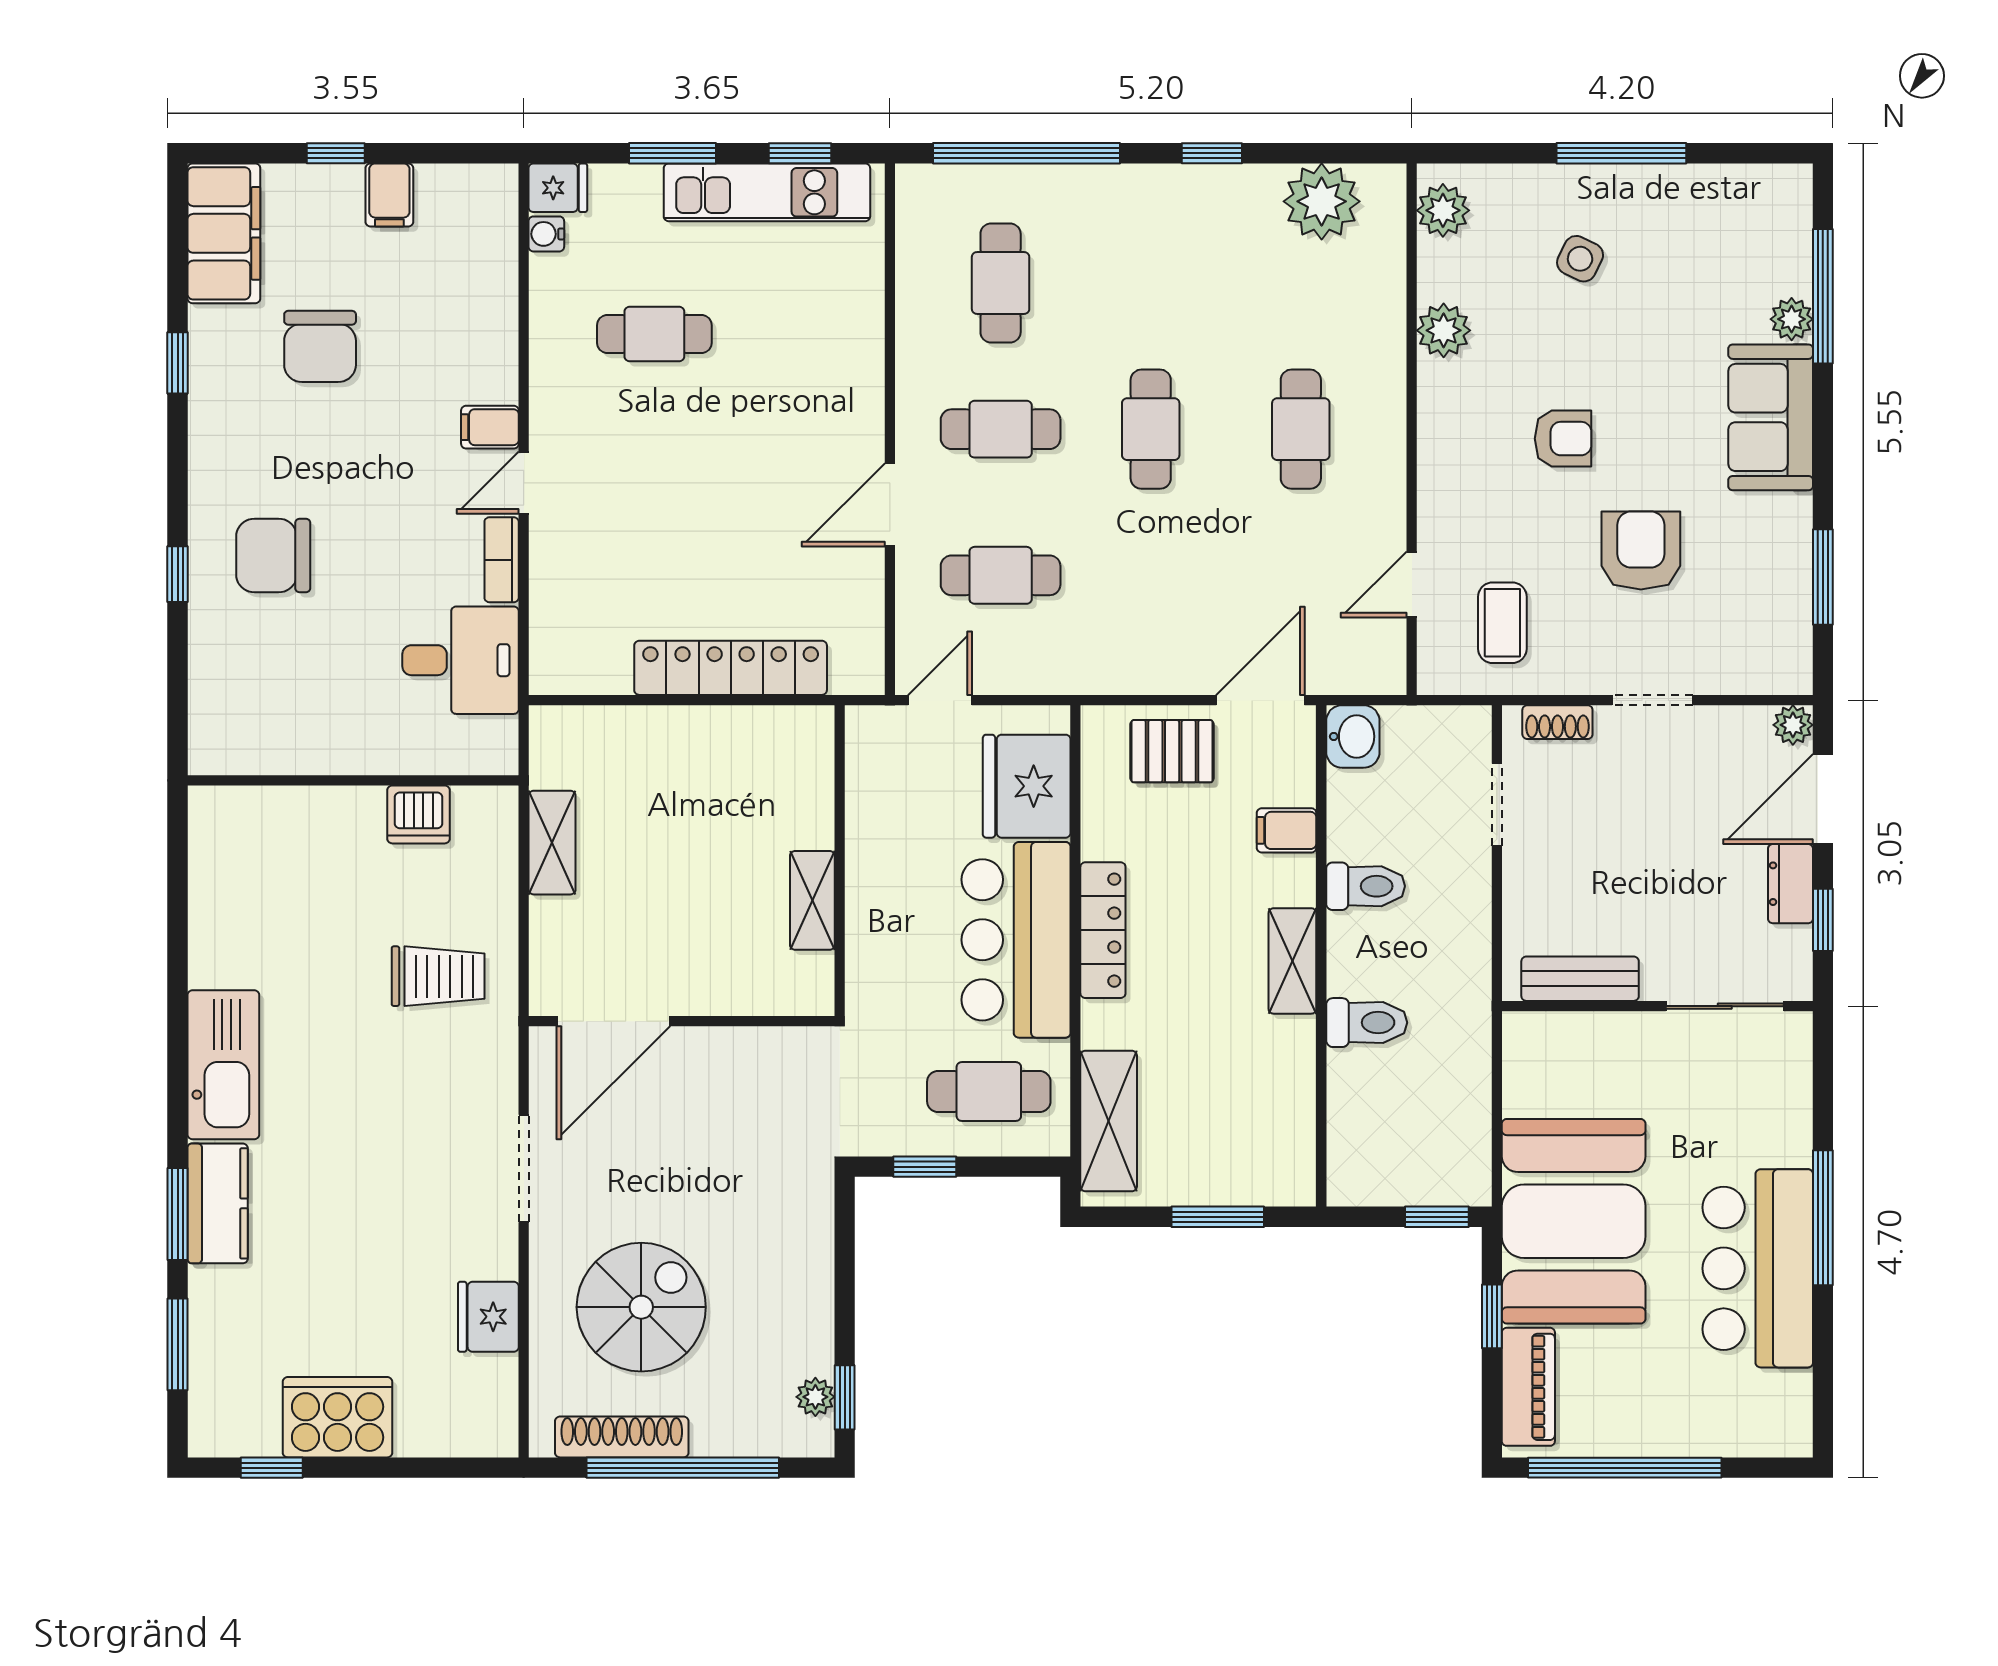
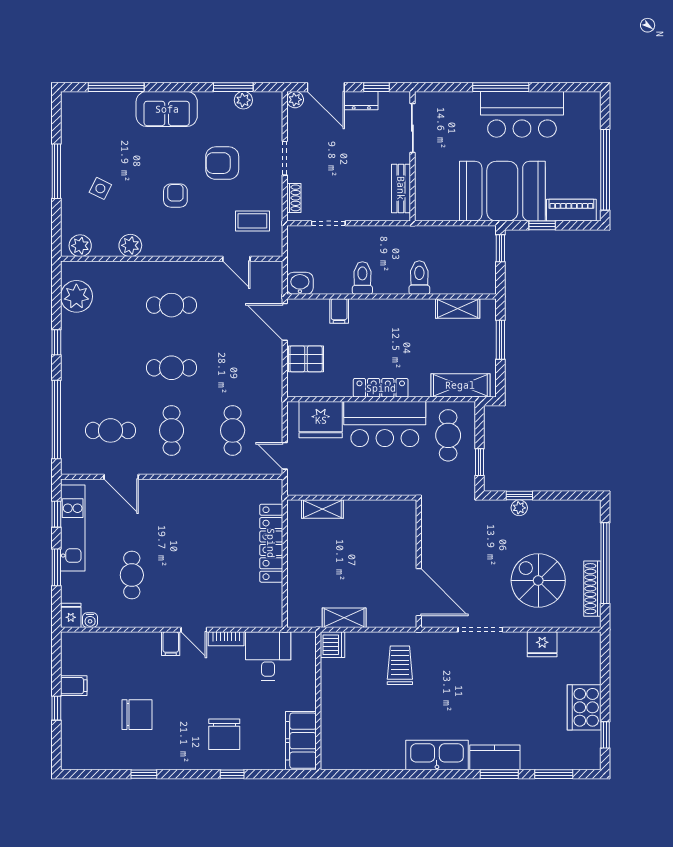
filing cabinet: (224, 233) -> (301, 741), moved, turned -90
plant: (1792, 319) -> (243, 100), moved
door: (890, 505) -> (121, 477), moved
pallet: (1172, 751) -> (306, 359), turned 90
dishwasher: (419, 814) -> (332, 645), moved
shelving: (812, 900) -> (322, 509), moved
shelving: (1292, 961) -> (458, 309), moved
plant: (815, 1397) -> (519, 508), moved
window: (845, 1397) -> (519, 496), moved

